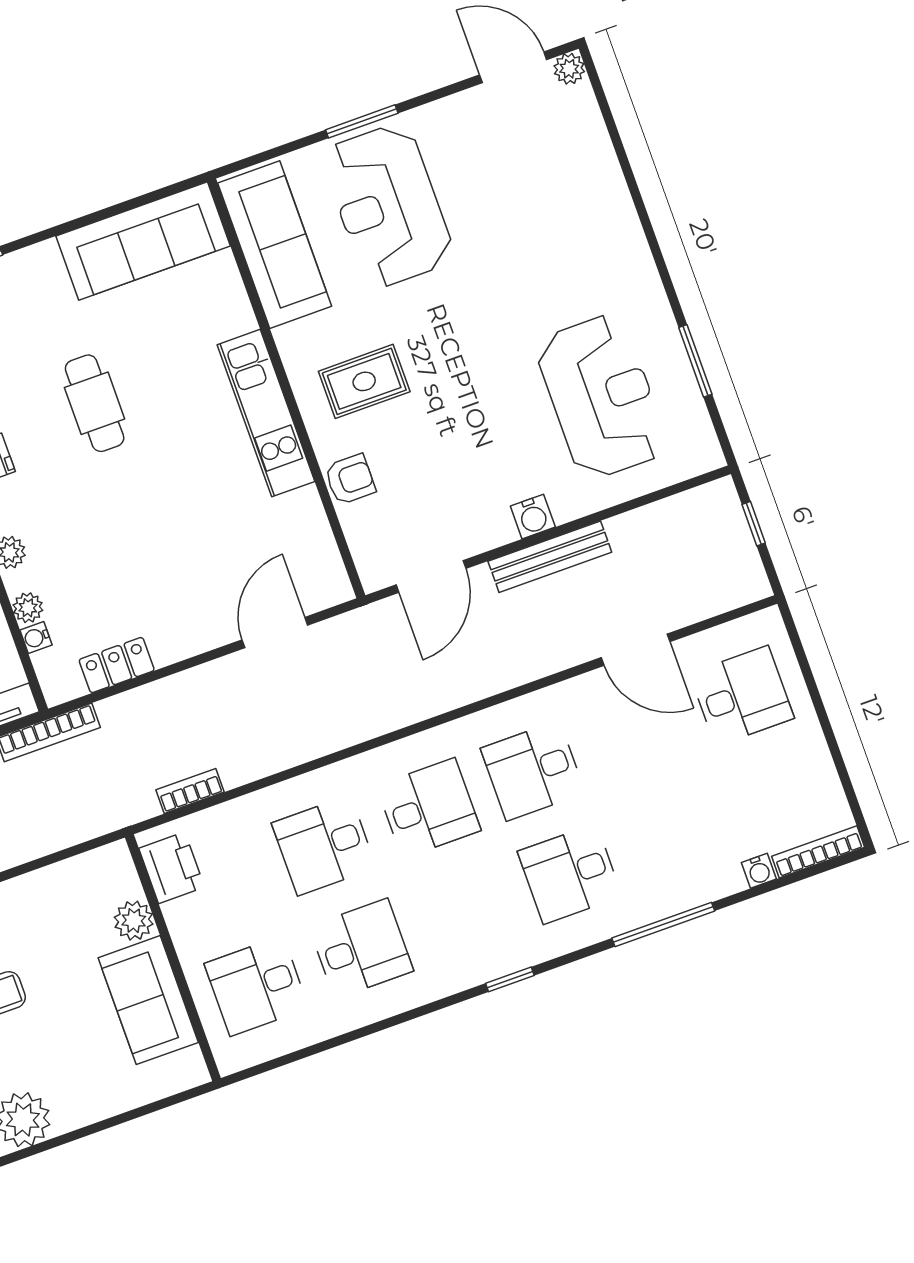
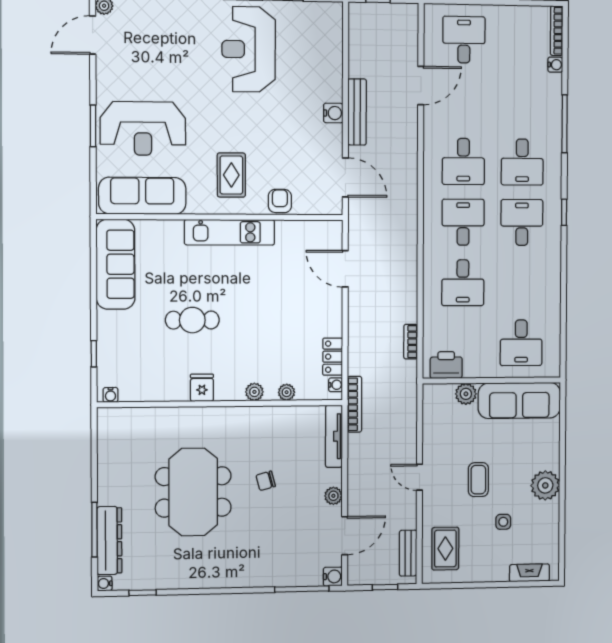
reception desk: (602, 397) -> (249, 49), moved, turned -90
water cooler: (36, 638) -> (336, 385), moved, turned -90
desk: (361, 949) -> (522, 222), moved
sofa: (148, 1000) -> (519, 400), width x1.36

